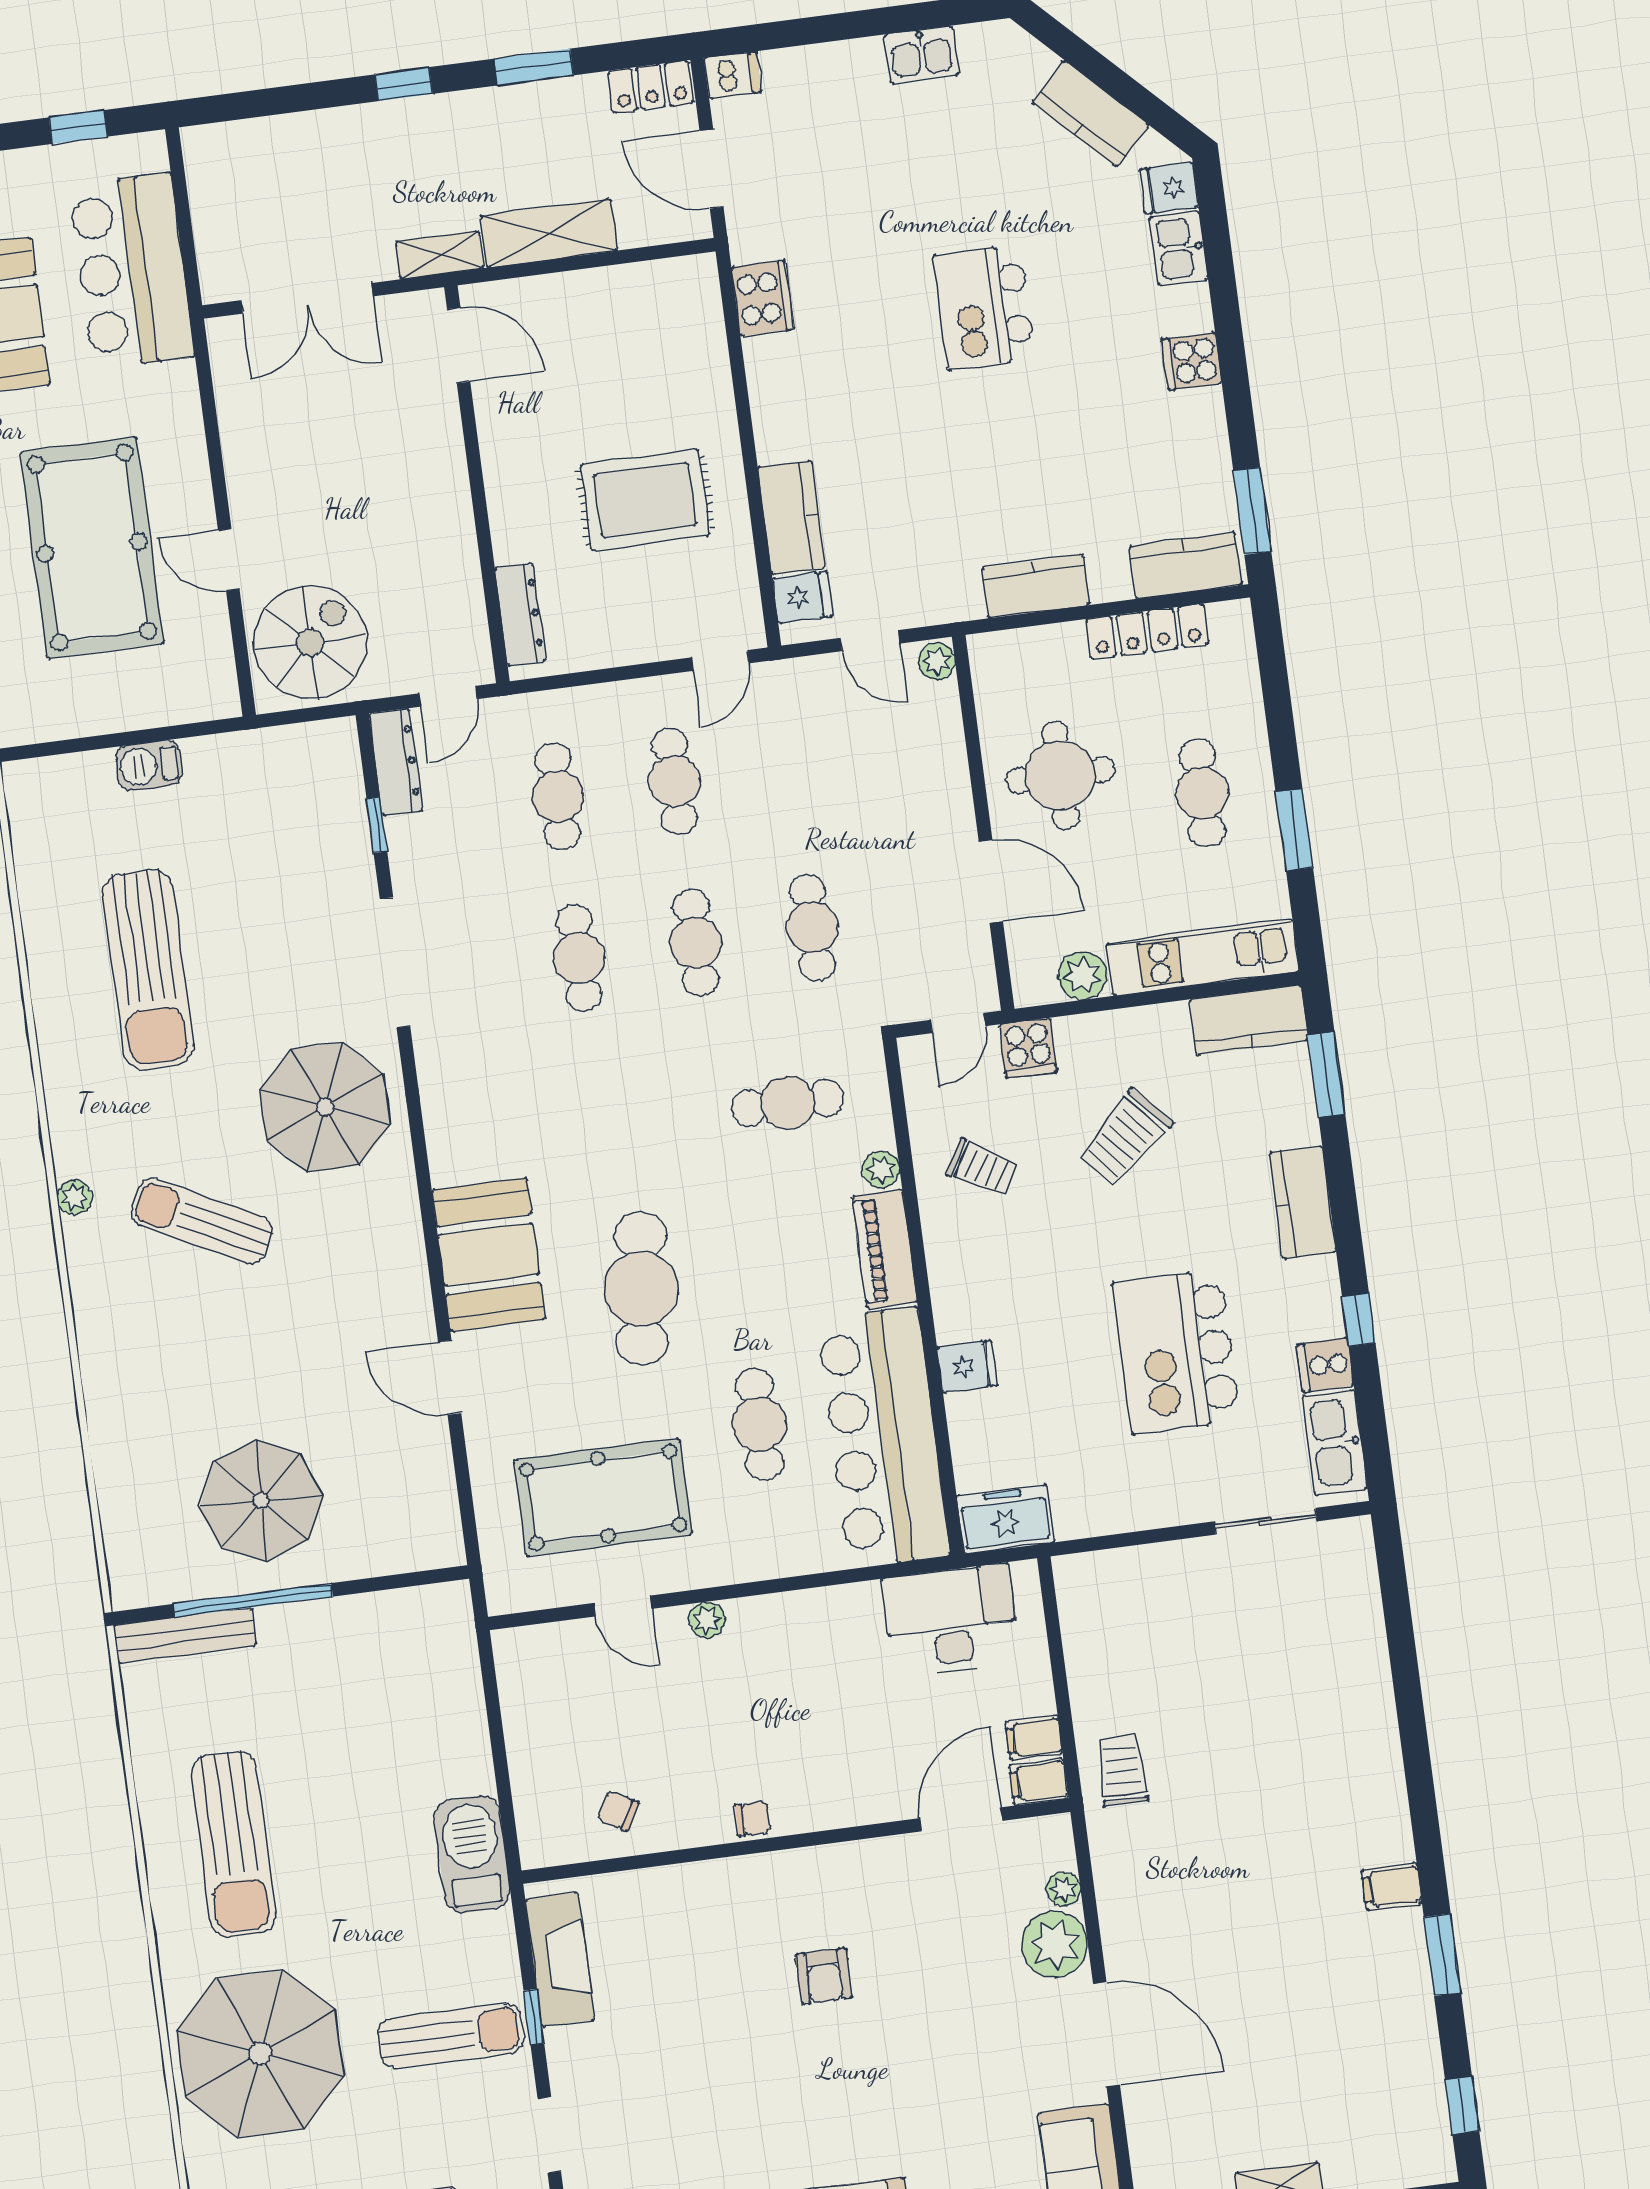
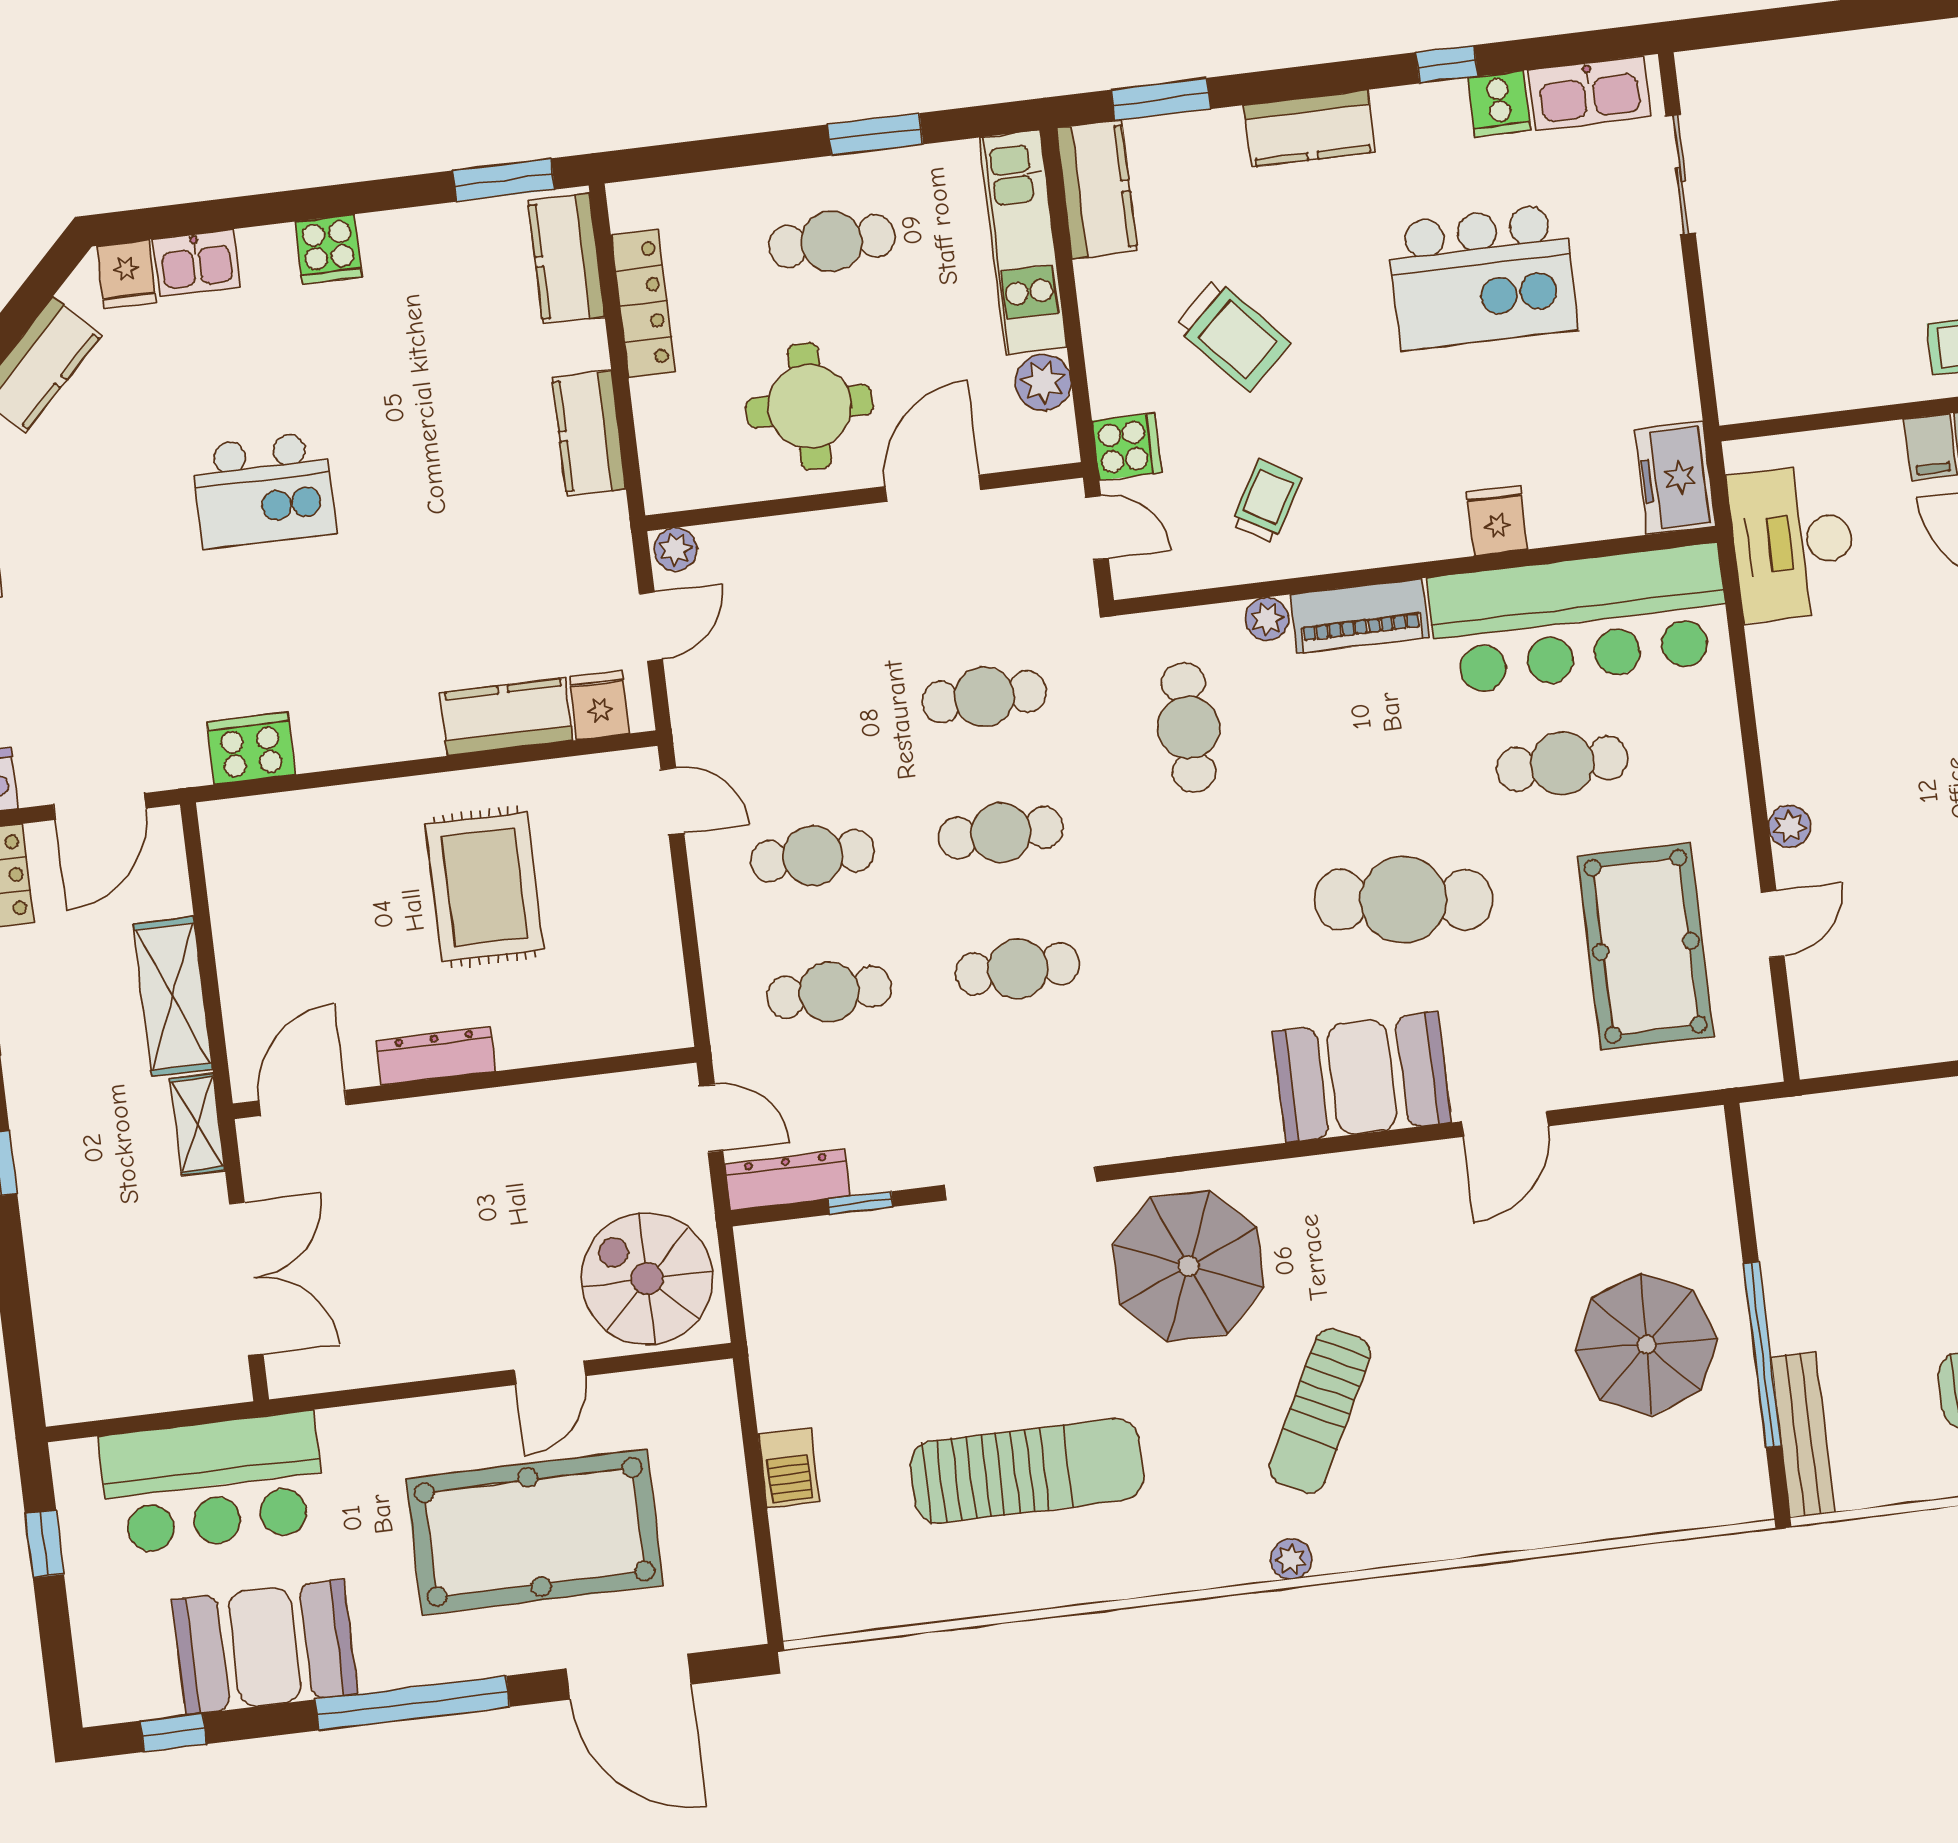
dresser: (520, 614) -> (436, 1056), moved

